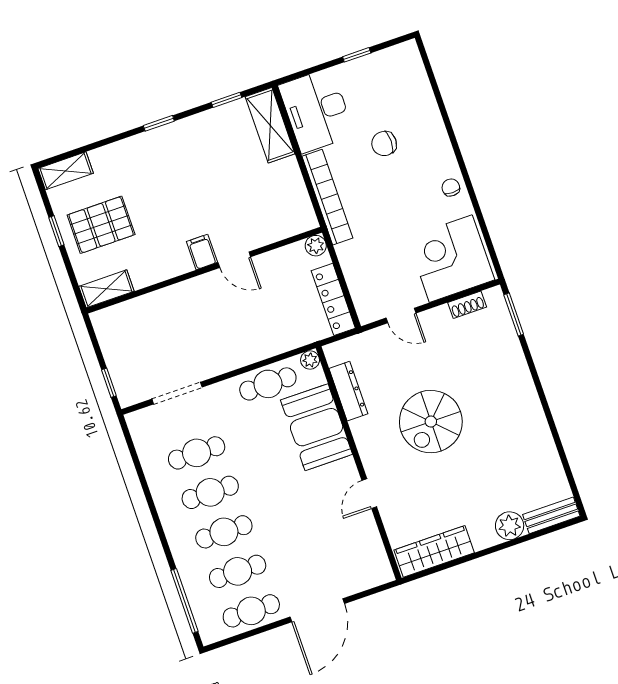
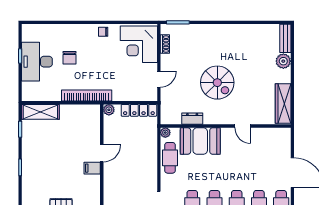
desk: (316, 110) -> (37, 62), moved, turned 90
dresser: (348, 391) -> (192, 119), width x0.70

